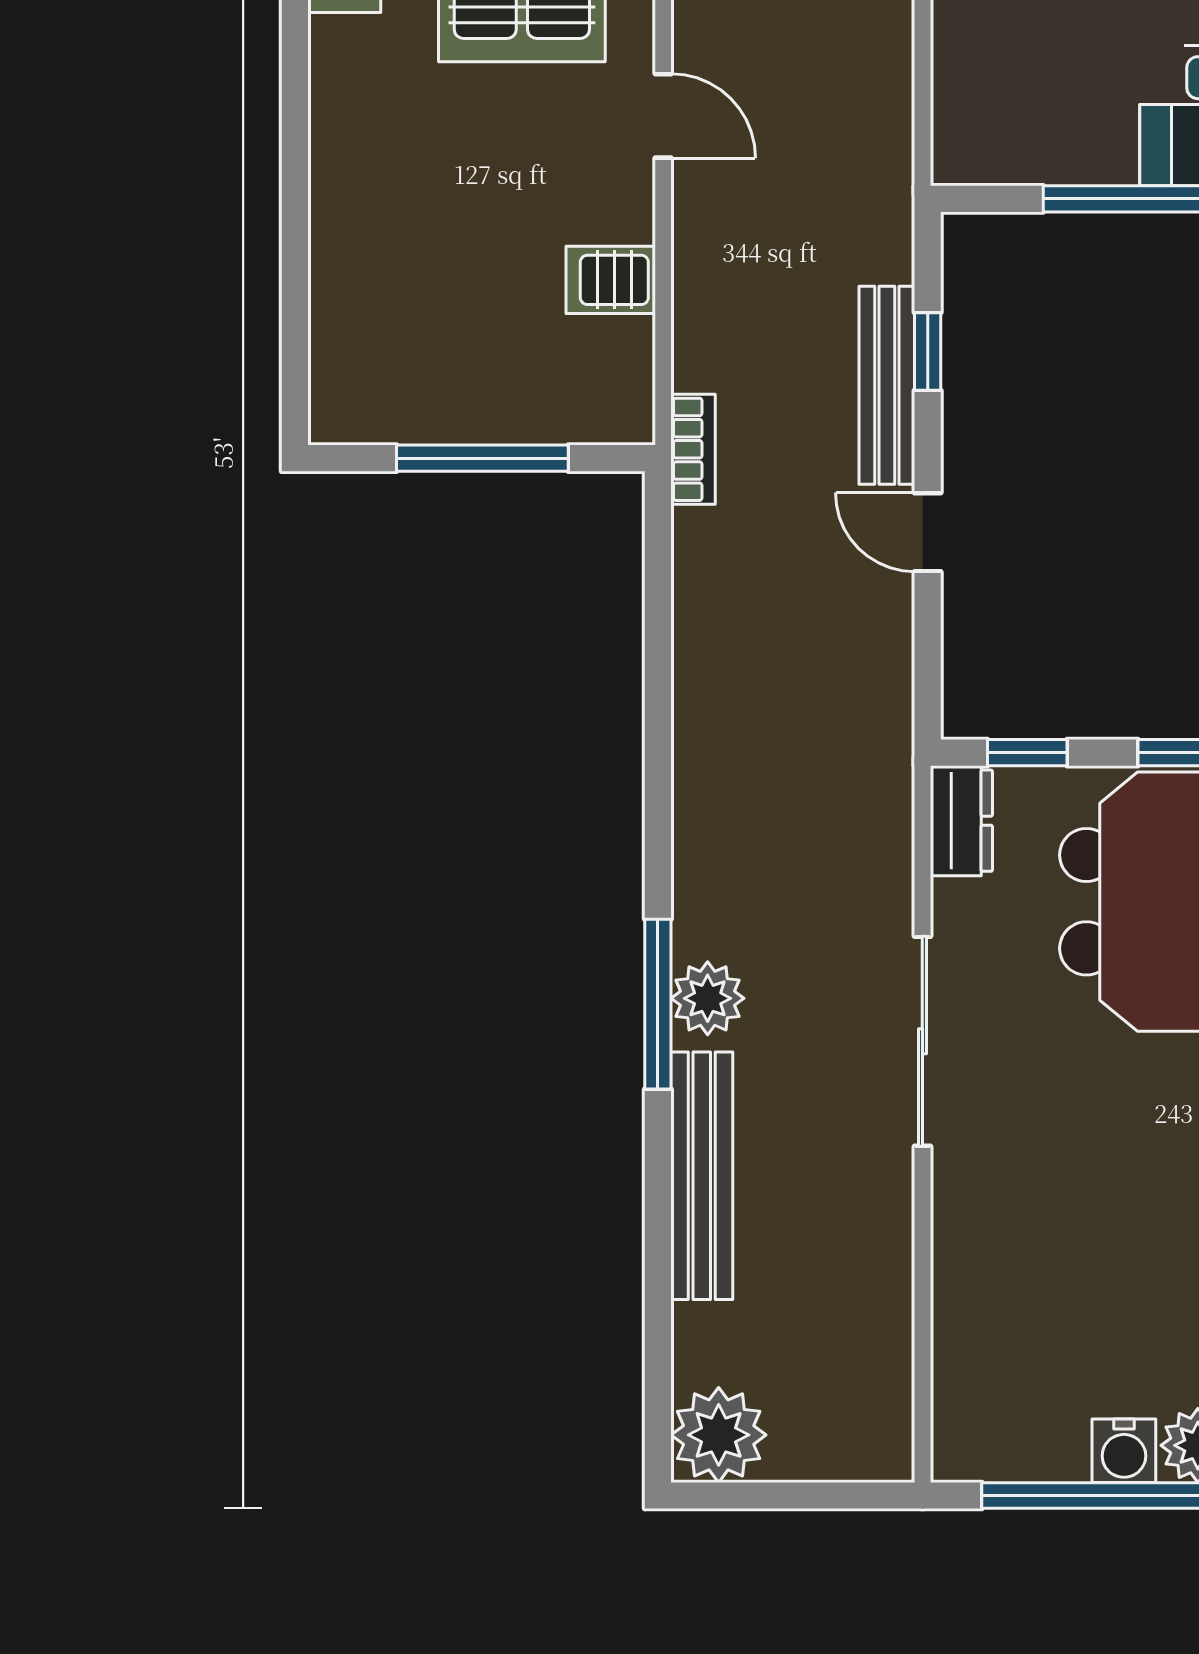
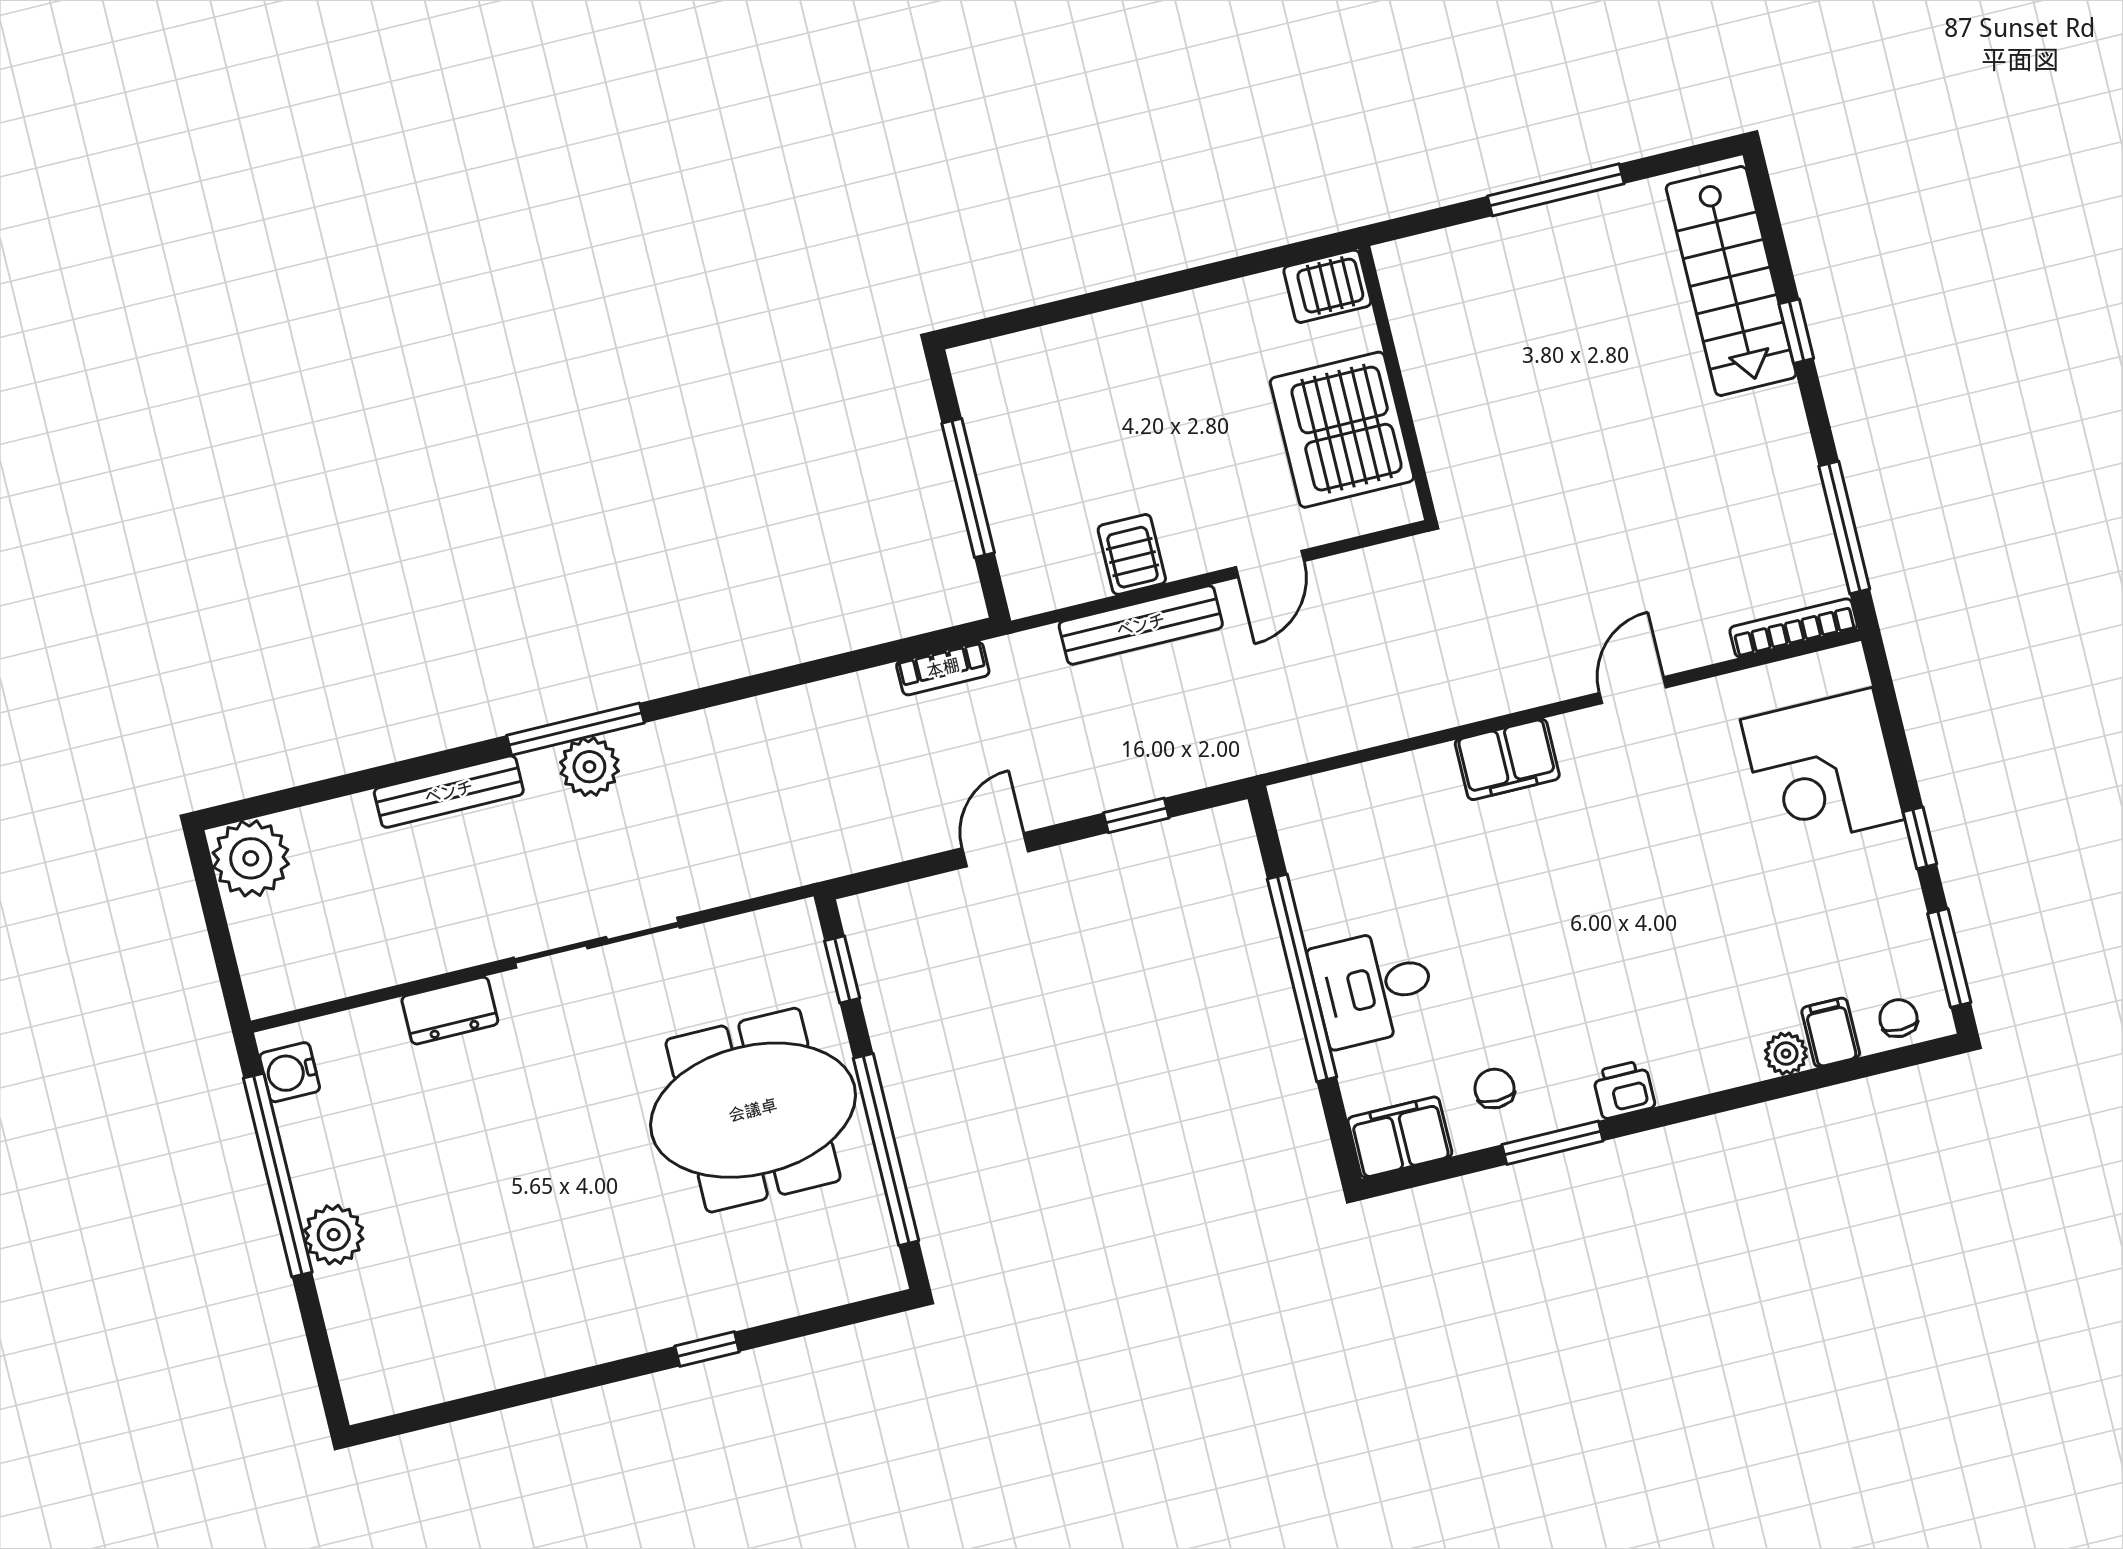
bench: (887, 385) -> (1141, 625), moved
bookcase: (693, 449) -> (943, 668), moved
dresser: (961, 821) -> (450, 1011), moved
bench: (702, 1176) -> (449, 792), width x0.73, depth x0.82
water cooler: (1124, 1451) -> (290, 1072), moved

